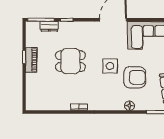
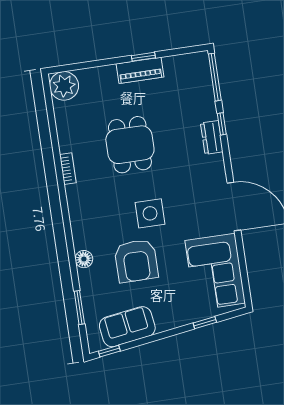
dresser: (49, 26) -> (212, 137), moved
dining table: (70, 61) -> (130, 145), moved
plant: (34, 103) -> (64, 86), added

